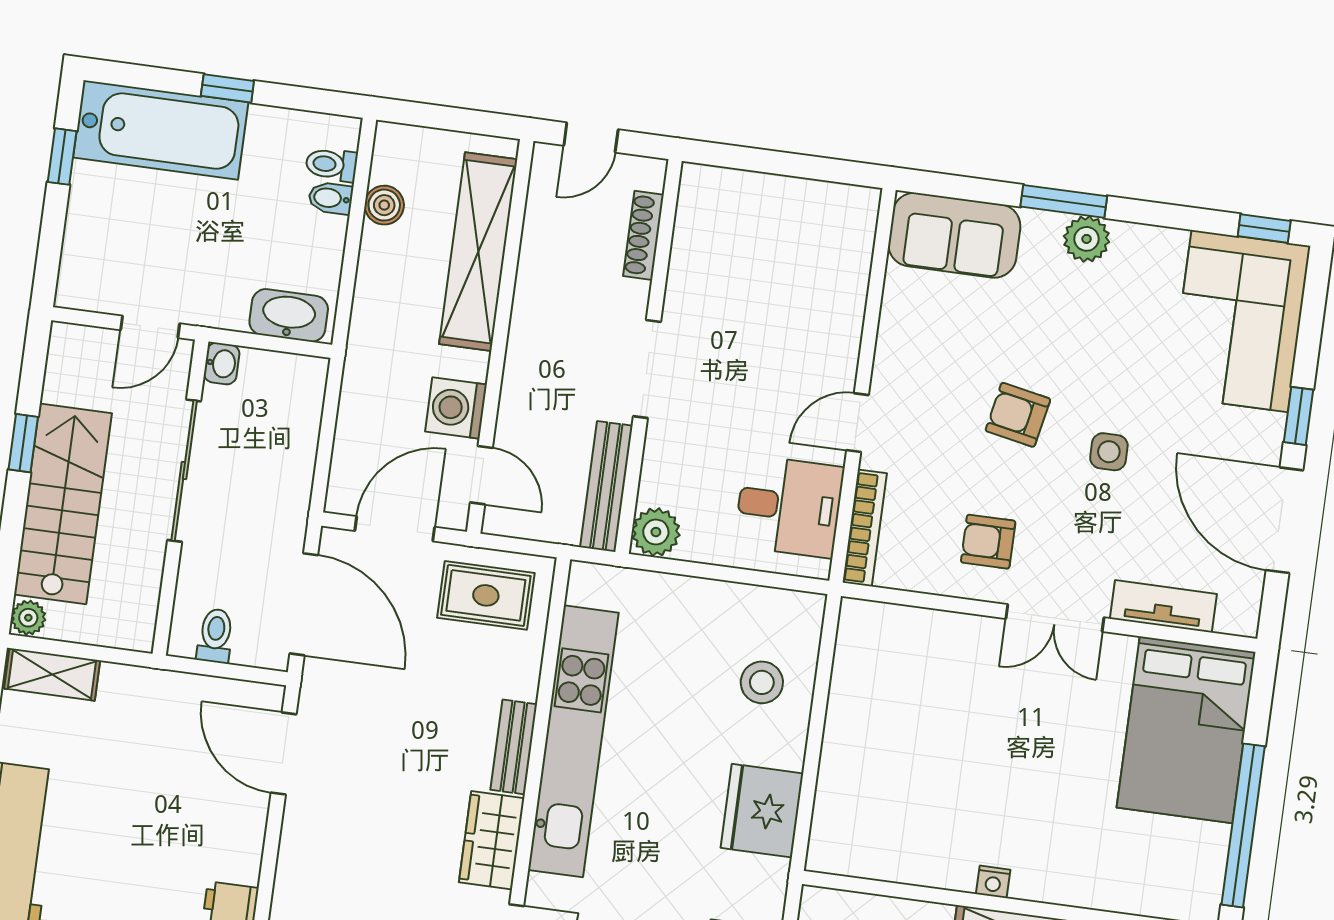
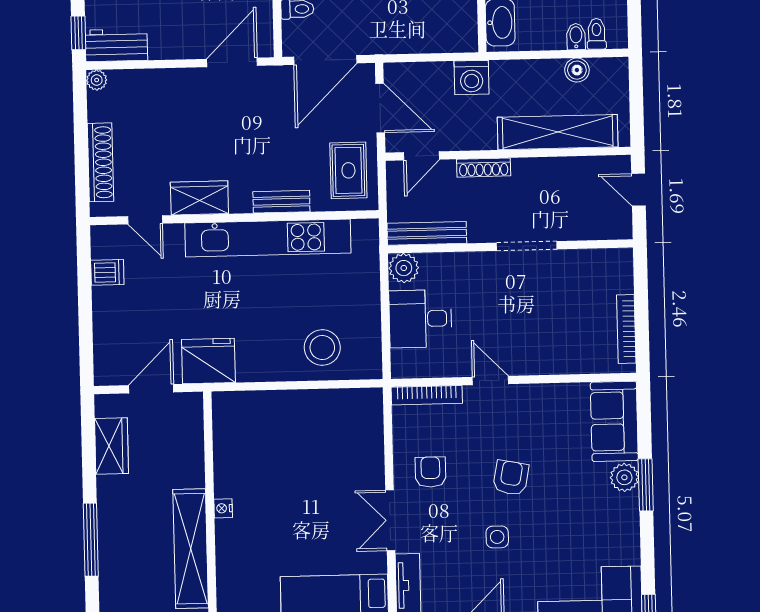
bookcase: (810, 193) -> (626, 329), added
shoe rack: (643, 235) -> (484, 168), moved, turned 180
plant: (1087, 239) -> (624, 477), moved
doorway: (647, 369) -> (527, 246), moved
washing machine: (456, 408) -> (472, 78), moved, turned 180
desk: (789, 506) -> (420, 319), moved, turned 90
stool: (762, 682) -> (322, 347), width x1.38, depth x1.38
bench: (514, 747) -> (281, 202), moved
fridge: (762, 811) -> (208, 361), moved

